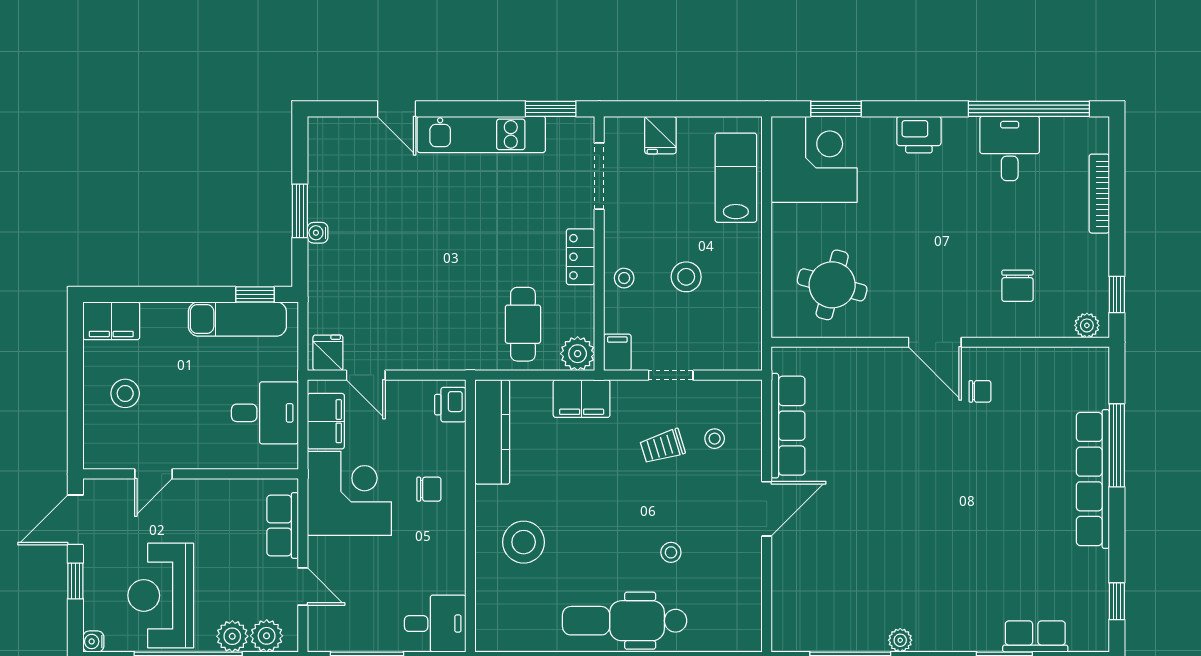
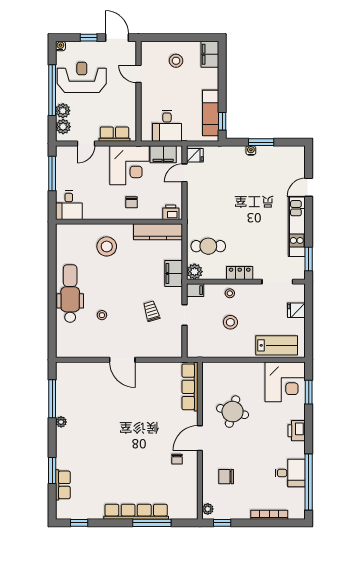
round table: (832, 285) -> (233, 412), moved
row of seats: (788, 426) -> (190, 387), moved, turned 90
stool: (715, 439) -> (155, 335), removed

